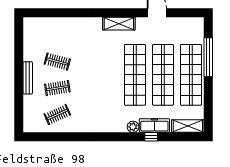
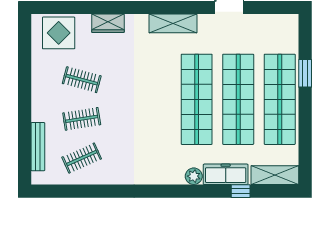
wardrobe: (75, 24) -> (108, 23), added
display table: (42, 30) -> (59, 33), added
window: (208, 57) -> (305, 73), width x0.47
bench: (28, 78) -> (38, 147), moved
window: (151, 137) -> (241, 191), moved

